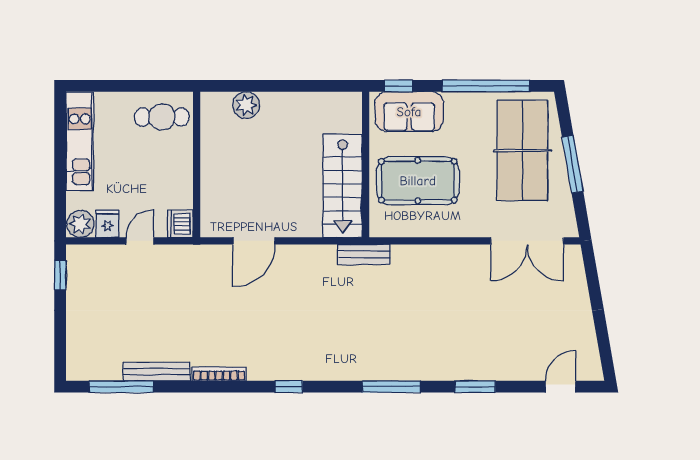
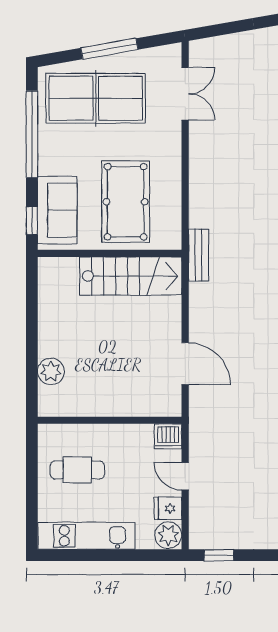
cafe table: (162, 117) -> (77, 470), moved, turned 90
double door: (527, 241) -> (185, 94), width x0.73

